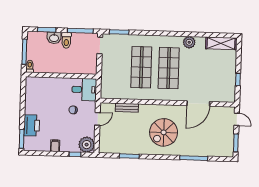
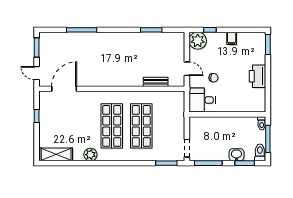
toilet: (66, 40) -> (260, 152), moved
door: (198, 104) -> (64, 89), moved
door: (97, 119) -> (187, 69), swing flipped
printer: (32, 125) -> (258, 76), moved
spiral stairs: (164, 132) -> (115, 56), removed

